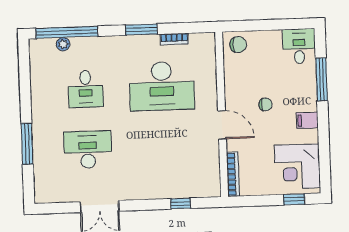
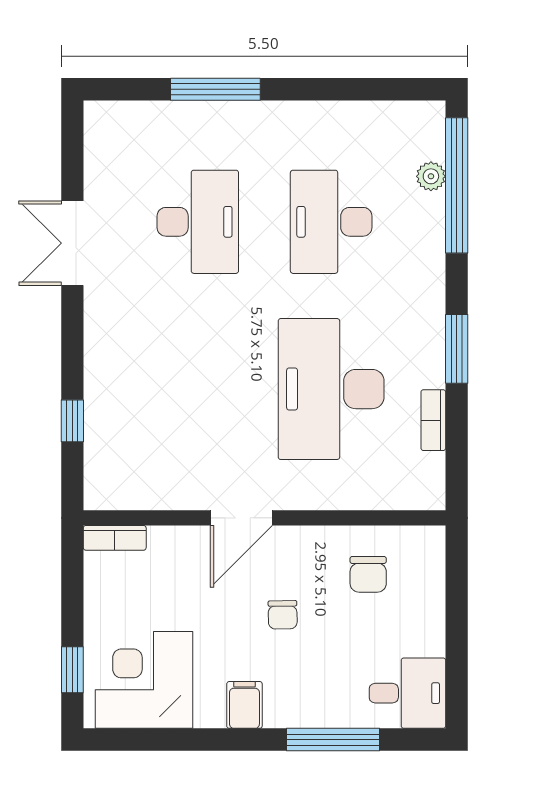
chair: (238, 45) -> (368, 574), moved
desk: (86, 89) -> (331, 222), width x1.37
bookcase: (233, 174) -> (115, 538), width x0.64

